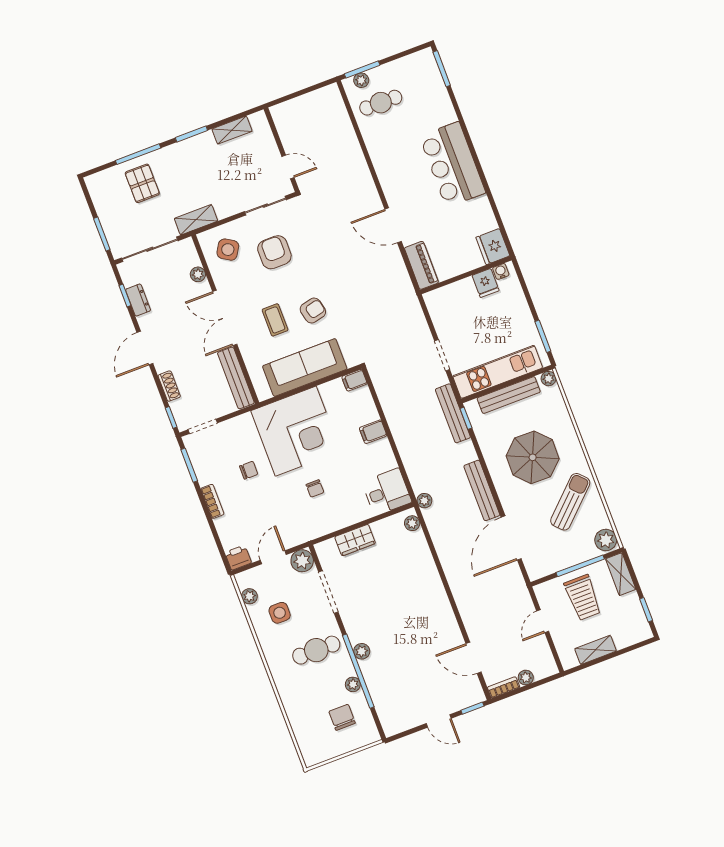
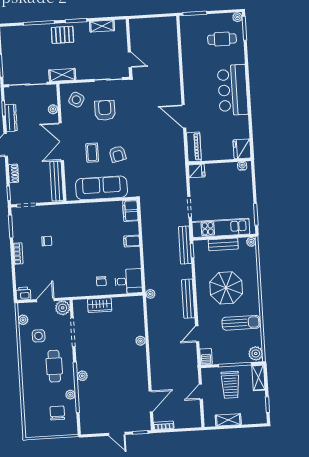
plant: (361, 80) -> (237, 17), moved
cafe table: (381, 103) -> (222, 39), moved
pallet: (142, 183) -> (62, 35), moved, turned 90
fridge: (486, 283) -> (197, 171), moved, turned -90
dresser: (138, 300) -> (11, 118), width x1.44
armchair: (313, 311) -> (118, 154), turned 91
filing cabinet: (355, 380) -> (130, 211), width x2.00
bench: (509, 395) -> (223, 244), width x0.73
corner desk: (296, 431) -> (84, 226), removed
chair: (315, 489) -> (101, 281), moved
sun lounger: (570, 502) -> (241, 323), turned 44
plant: (412, 523) -> (141, 341), moved
door: (511, 538) -> (197, 334), width x0.53
barbecue: (534, 567) -> (206, 357), added
cafe table: (316, 650) -> (54, 366), turned 90
door: (474, 658) -> (151, 401), swing flipped
plant: (526, 678) -> (179, 424), removed

